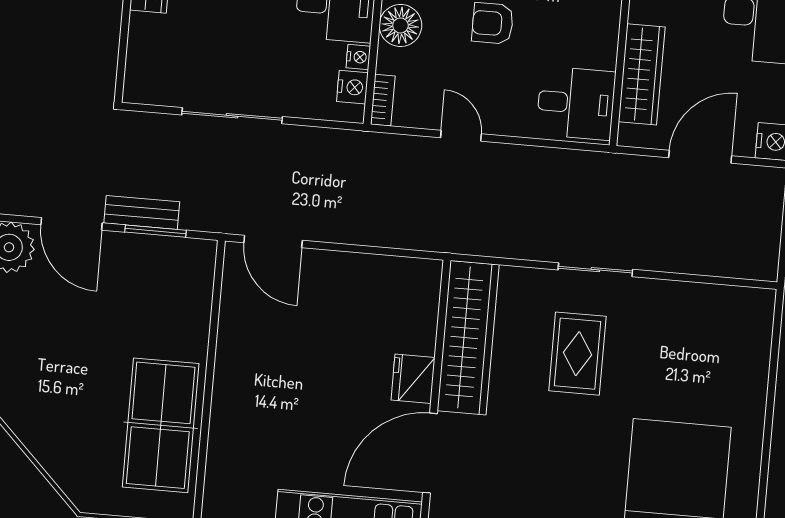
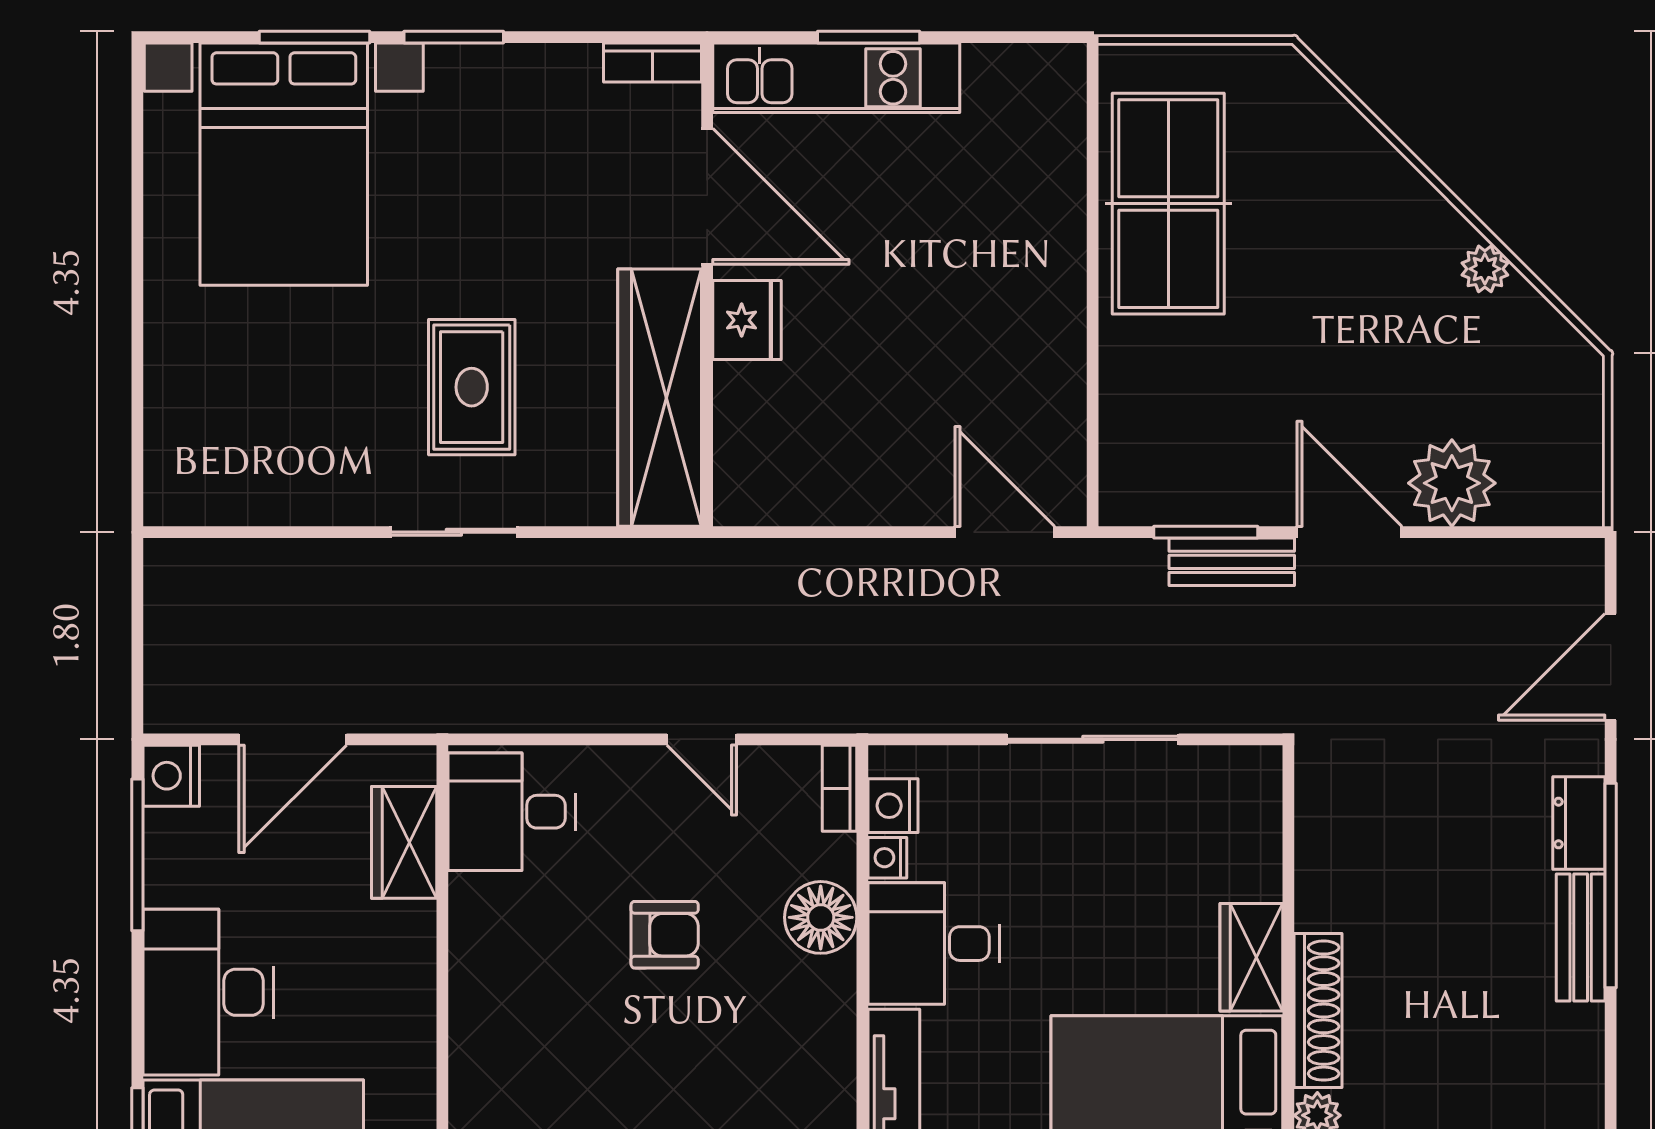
wardrobe: (642, 74) -> (404, 842), width x0.67
door: (430, 453) -> (707, 196), hinge flipped

